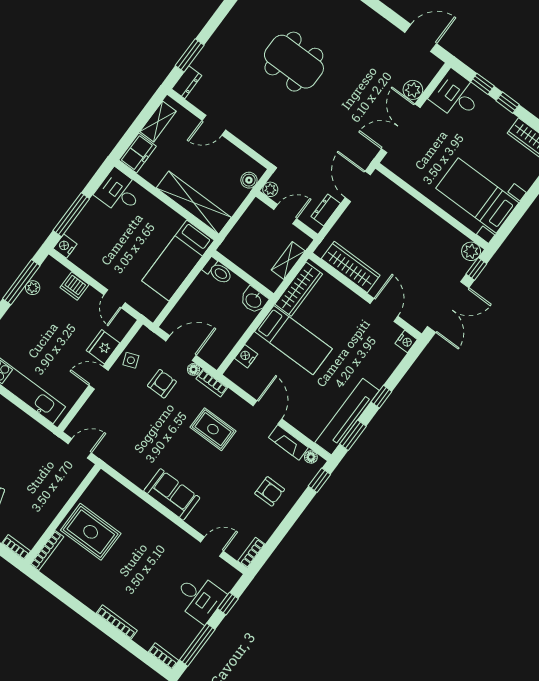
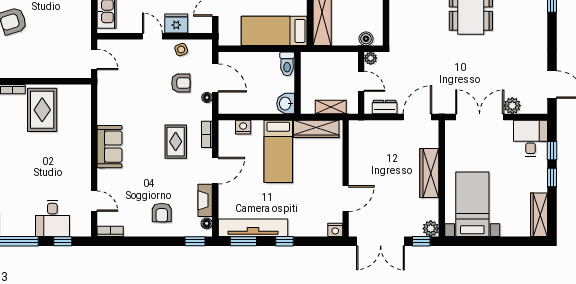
wardrobe: (351, 267) -> (429, 173), moved, turned 180
bookcase: (212, 383) -> (207, 134), moved

